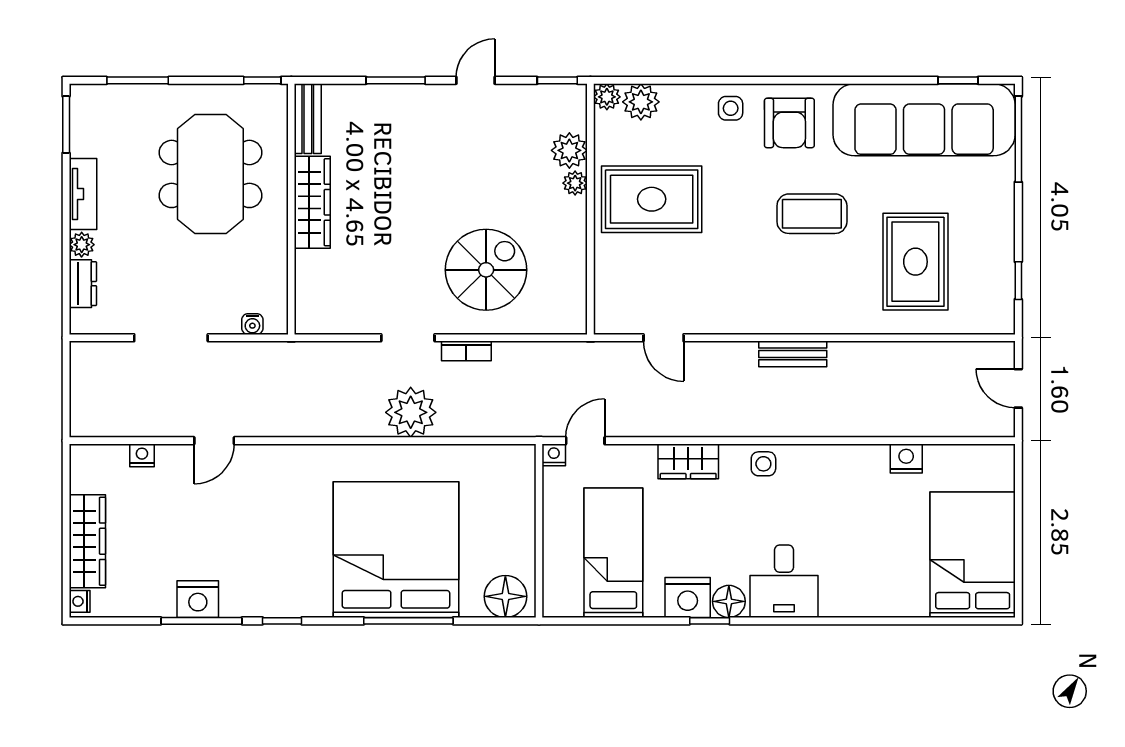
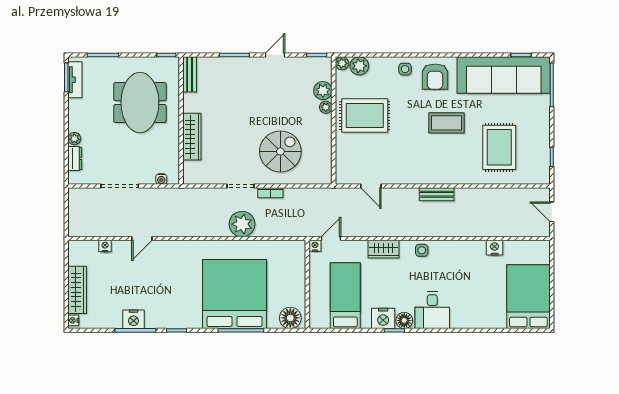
tv unit: (83, 194) -> (75, 80), moved
wardrobe: (312, 202) -> (192, 137), moved

